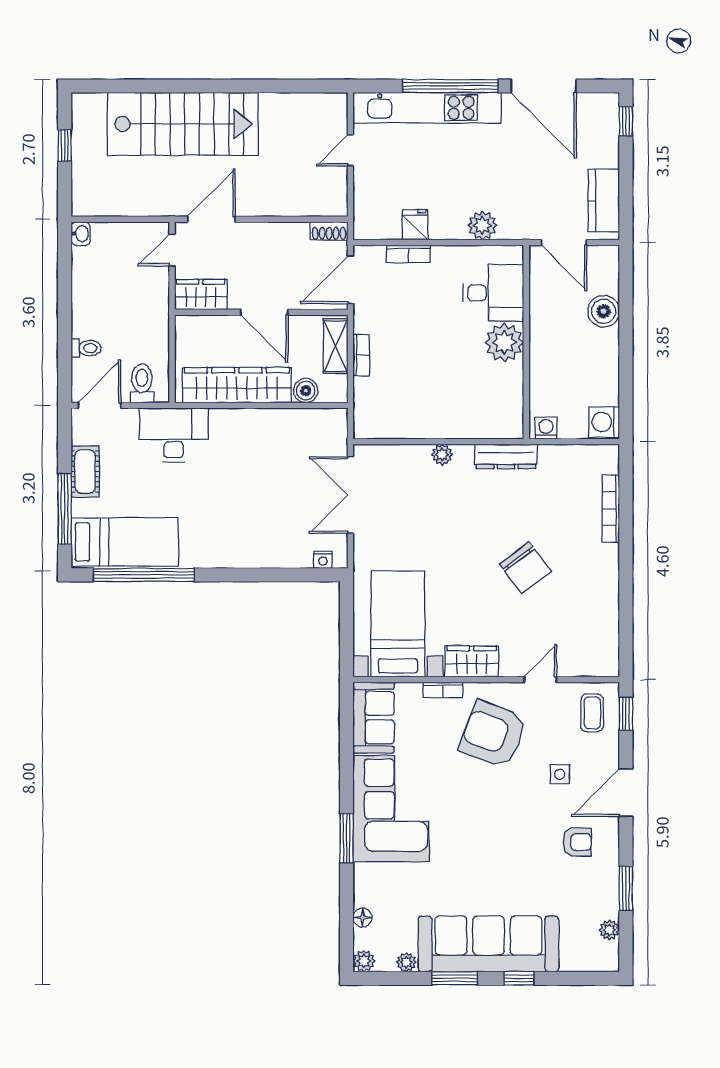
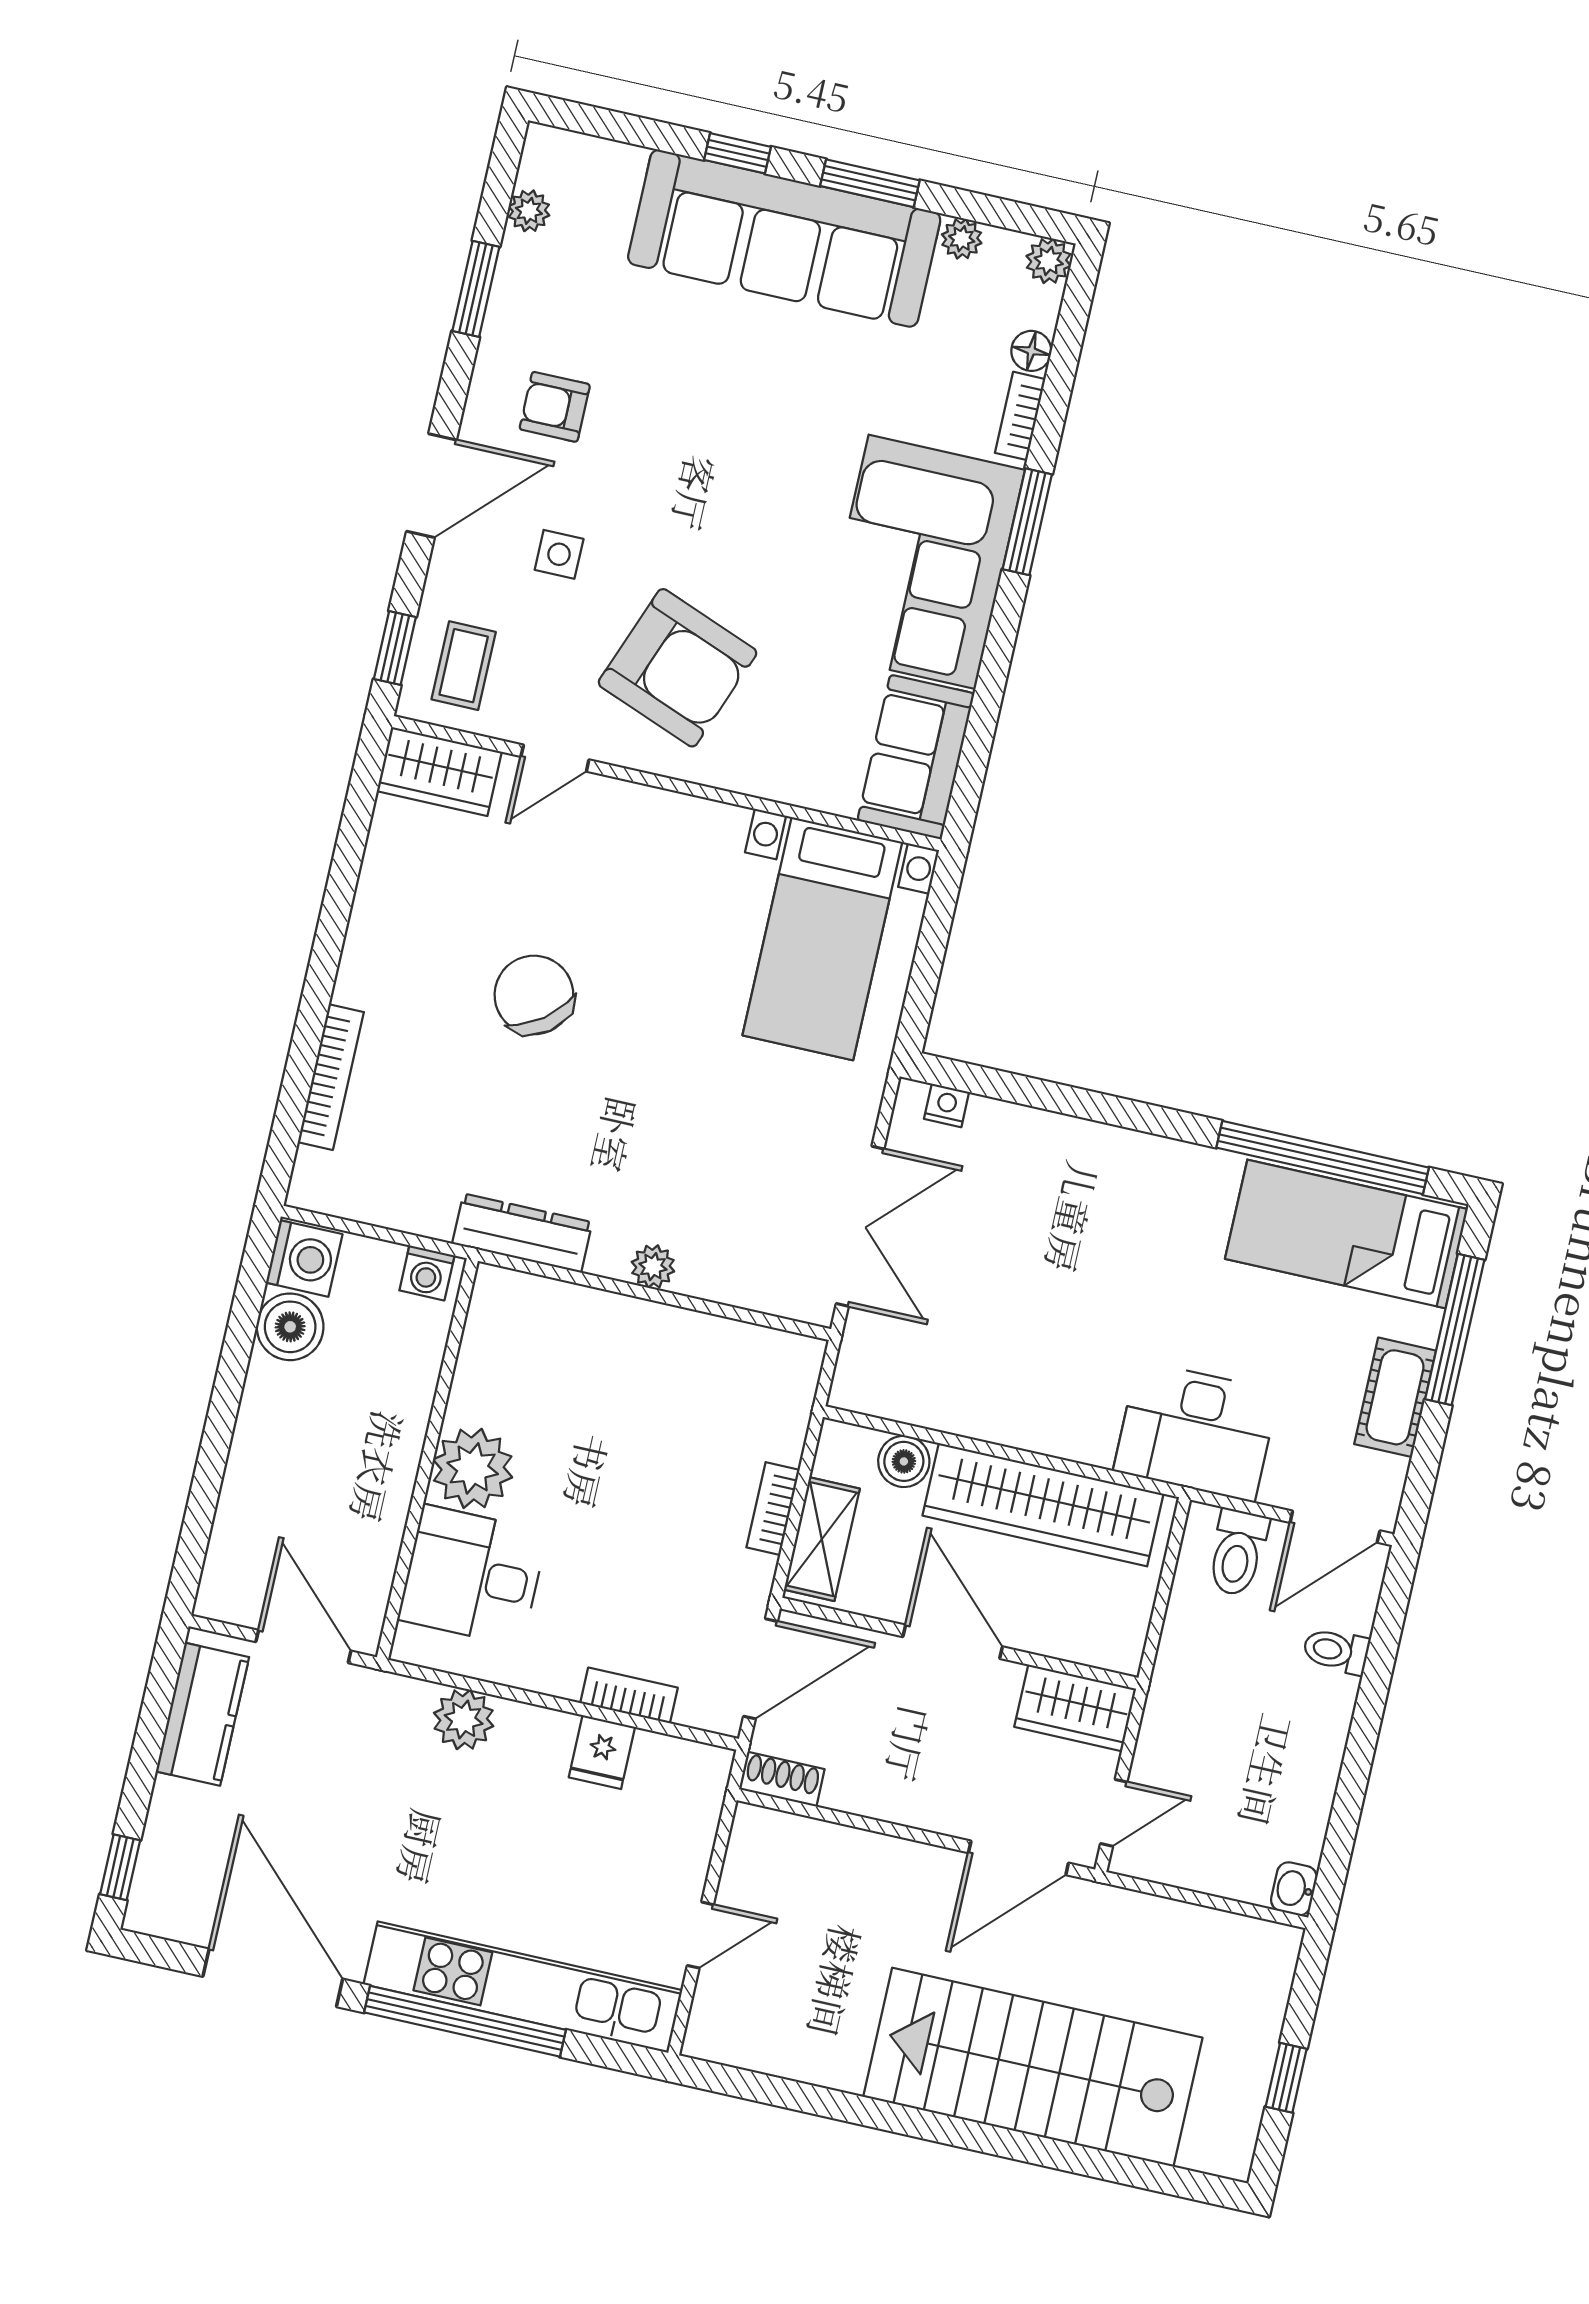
boiler: (604, 311) -> (290, 1327), moved
wardrobe: (472, 661) -> (439, 771), moved
bookcase: (443, 690) -> (1020, 416), moved, turned -90

